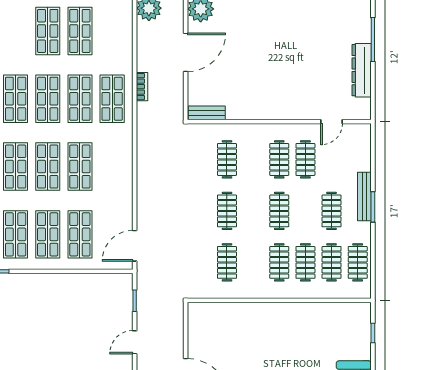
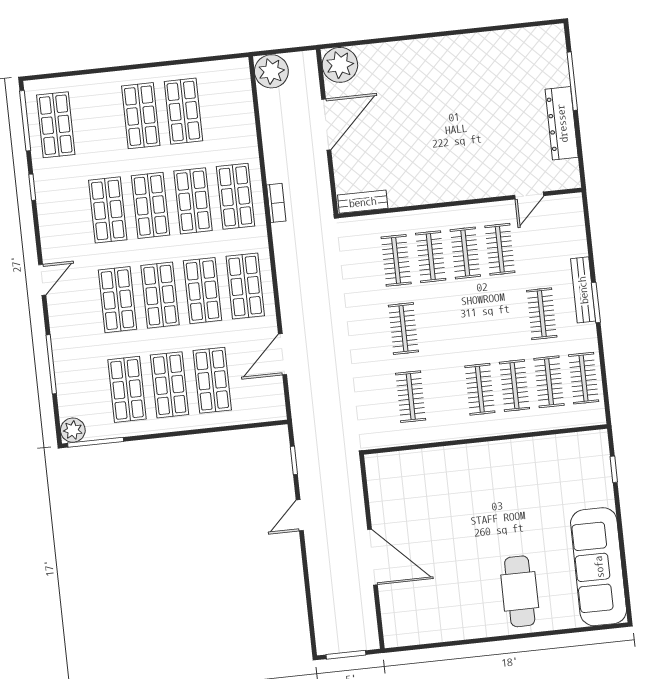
bookcase: (142, 87) -> (276, 203), moved
shop shelf: (112, 167) -> (245, 286), added
clothes rail: (279, 211) -> (431, 257), moved
door: (135, 246) -> (282, 354), moved

